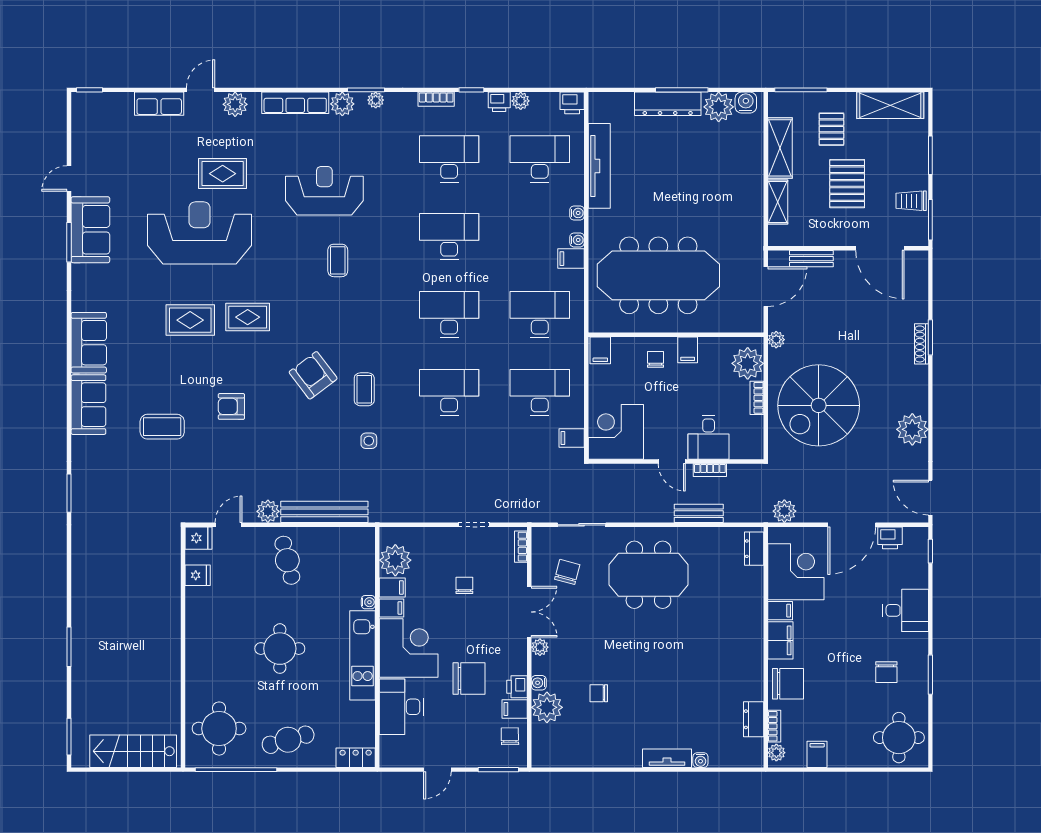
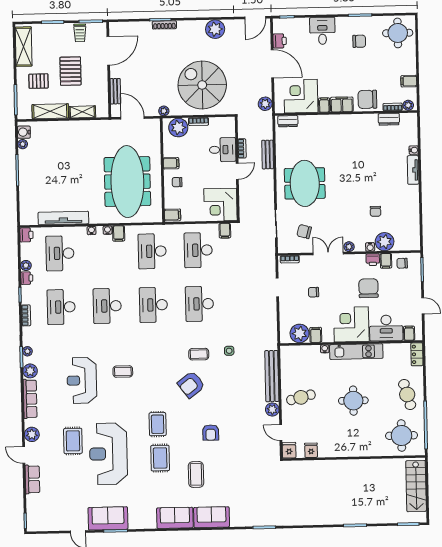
dresser: (668, 104) -> (26, 178), removed
plant: (719, 107) -> (23, 144), width x0.53, depth x0.53
pallet: (847, 184) -> (70, 71), turned 90
spiral stairs: (819, 405) -> (202, 85), turned 180
coffee table: (162, 427) -> (196, 474), moved
filing cabinet: (391, 608) -> (409, 333), moved
chair: (788, 684) -> (367, 99), turned -90

